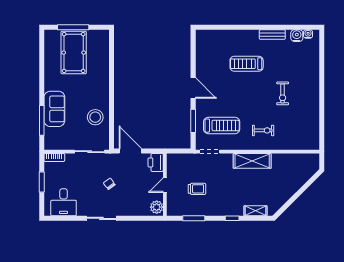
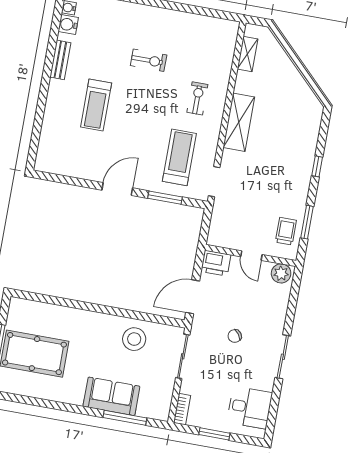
trolley: (197, 189) -> (286, 231), moved
shelving: (255, 211) -> (248, 54), moved

